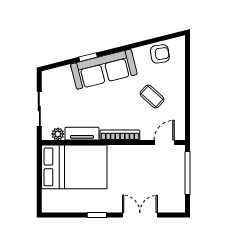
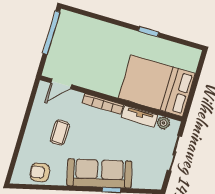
coffee table: (152, 97) -> (60, 133), turned 48
window: (187, 173) -> (51, 33), moved
double door: (140, 215) -> (106, 19), removed

